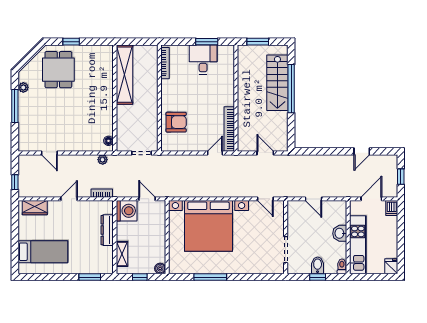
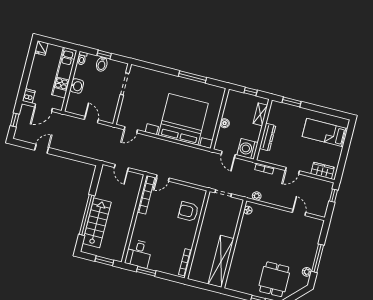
desk: (203, 60) -> (139, 254), moved
door: (265, 199) -> (131, 130), swing flipped
boiler: (160, 268) -> (225, 123), moved

